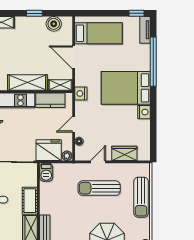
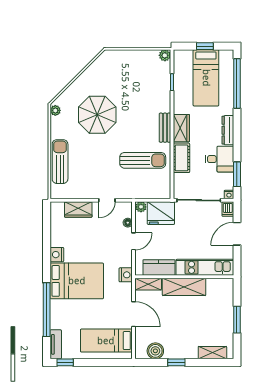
barbecue: (46, 172) -> (164, 189), removed
sun lounger: (99, 188) -> (143, 160), moved

